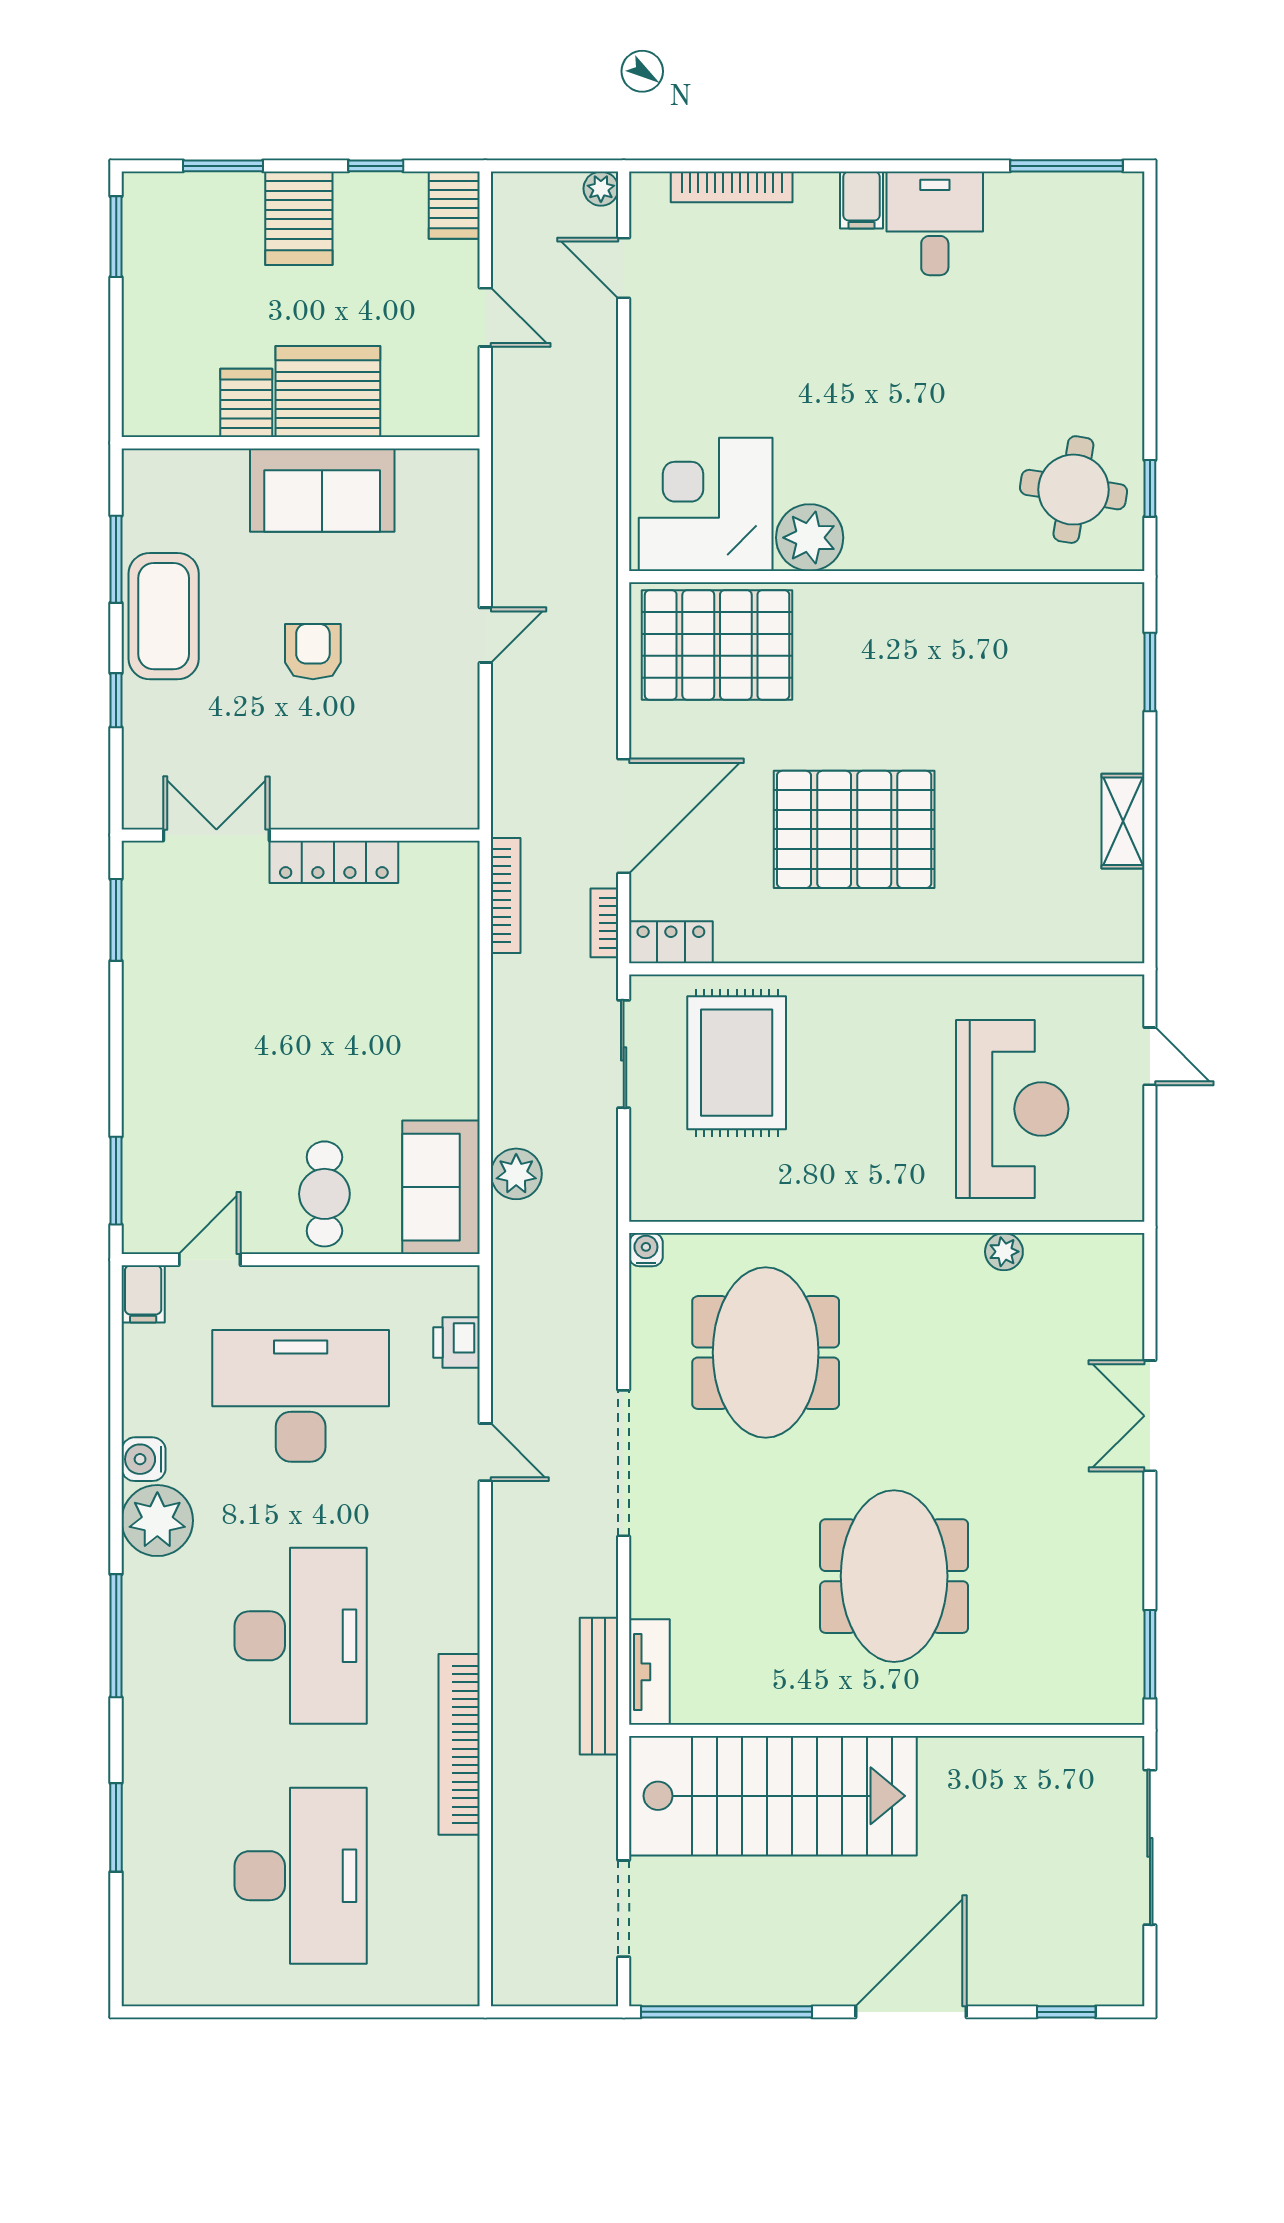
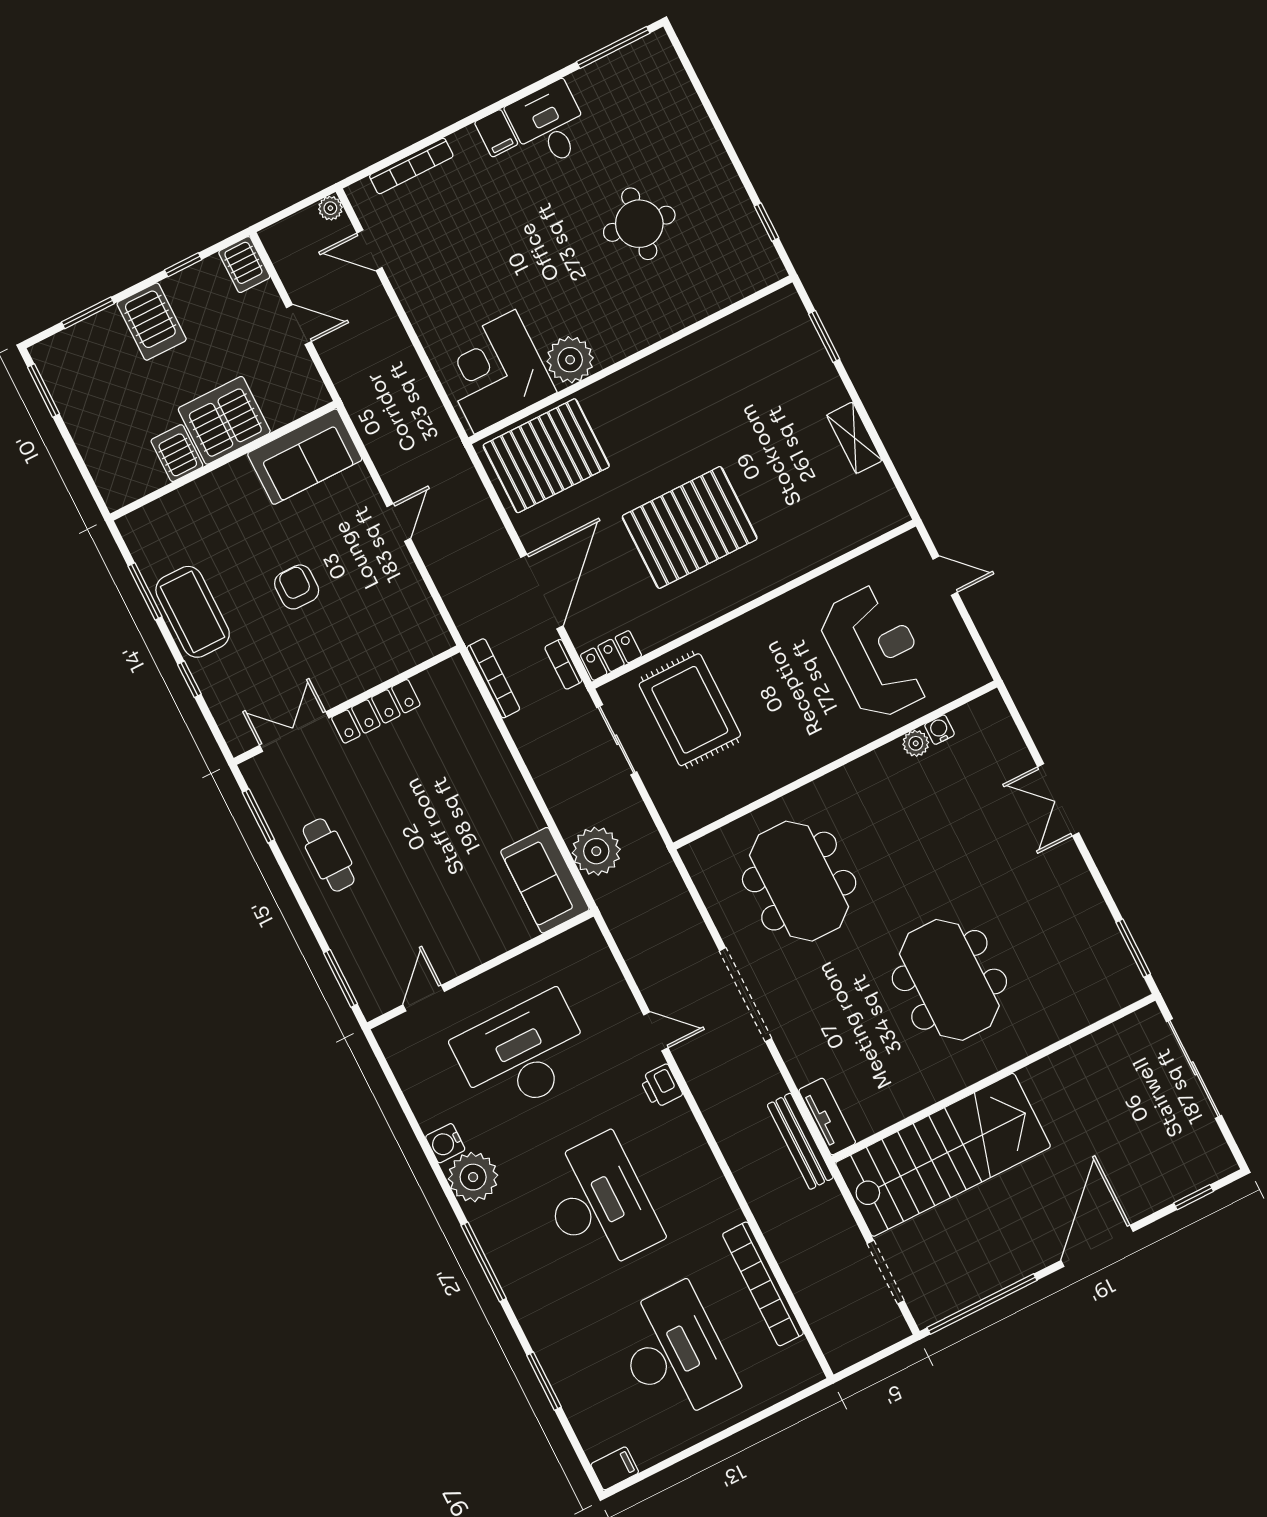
sofa: (322, 490) -> (305, 457), moved
round table: (1073, 490) -> (639, 224), moved
plant: (516, 1174) -> (596, 851), width x1.36, depth x1.36
cafe table: (324, 1194) -> (329, 855), moved
water cooler: (646, 1250) -> (940, 730), moved
filing cabinet: (143, 1294) -> (615, 1468), moved, turned -90
printer: (457, 1343) -> (661, 1086), moved
bookcase: (459, 1744) -> (763, 1284), moved

